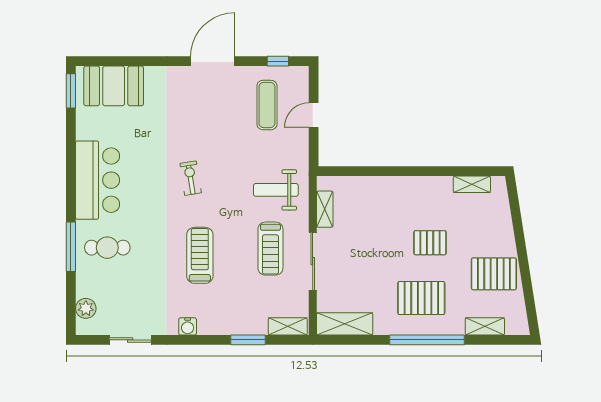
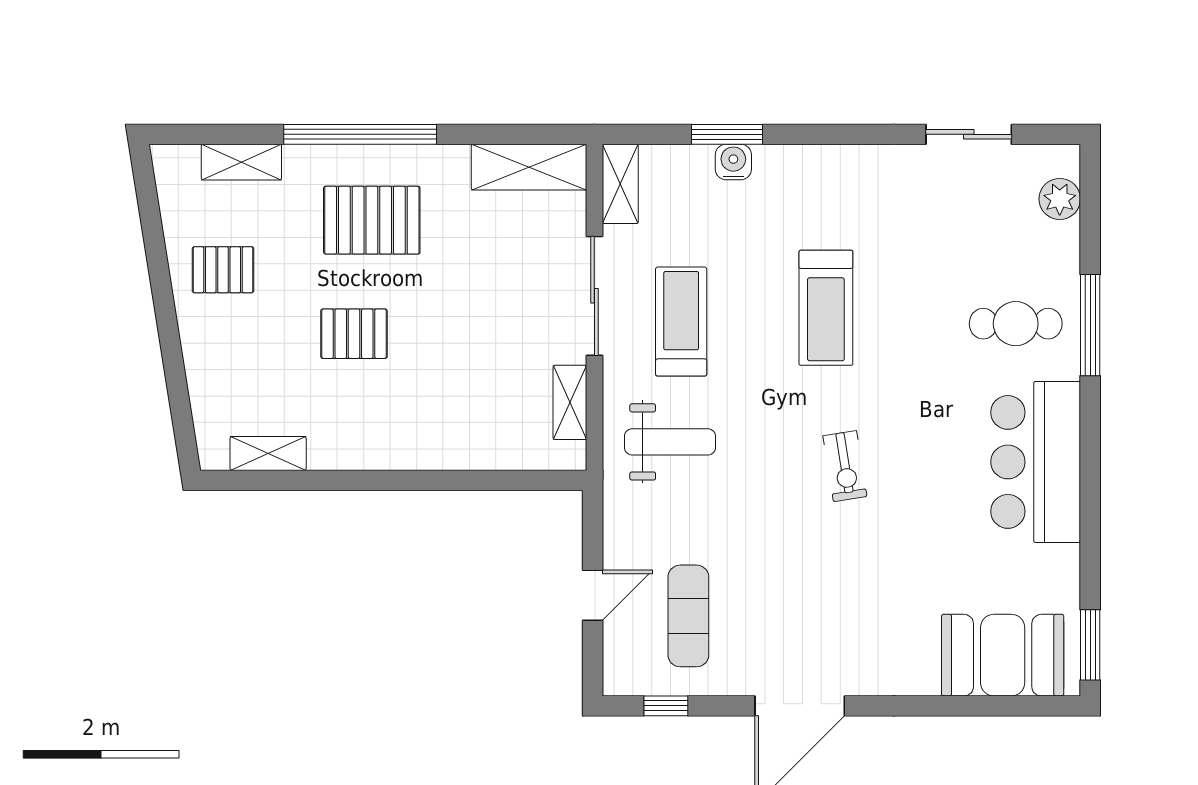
pallet: (494, 274) -> (223, 270), width x0.67, depth x0.71
water cooler: (188, 326) -> (733, 162), moved
shelving: (288, 326) -> (620, 184), moved, turned 90

